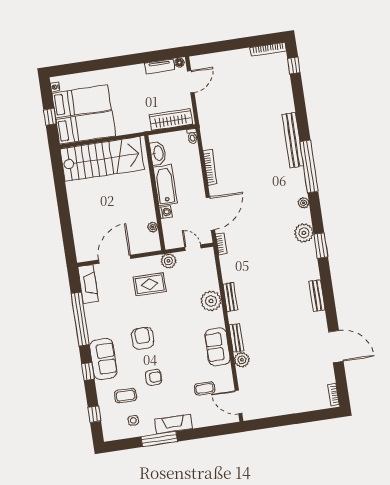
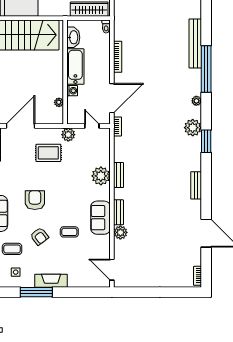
armchair: (154, 377) -> (39, 236), turned 53
coffee table: (205, 388) -> (69, 232), moved

